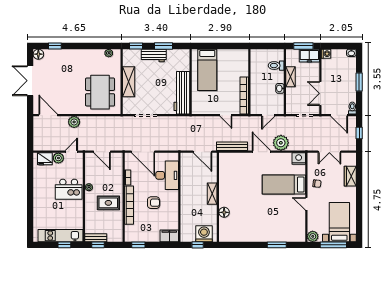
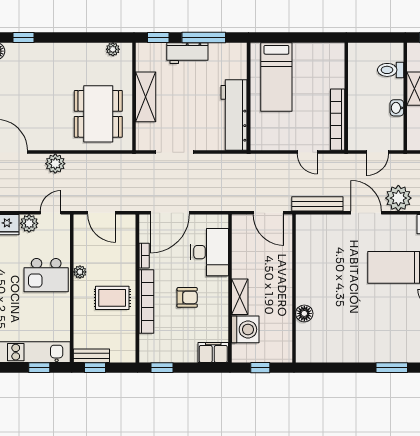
window: (163, 46) -> (204, 37), width x1.44
door: (143, 152) -> (170, 213), hinge flipped
shelving: (212, 194) -> (240, 297), moved
washing machine: (204, 234) -> (245, 329), moved, turned 90

